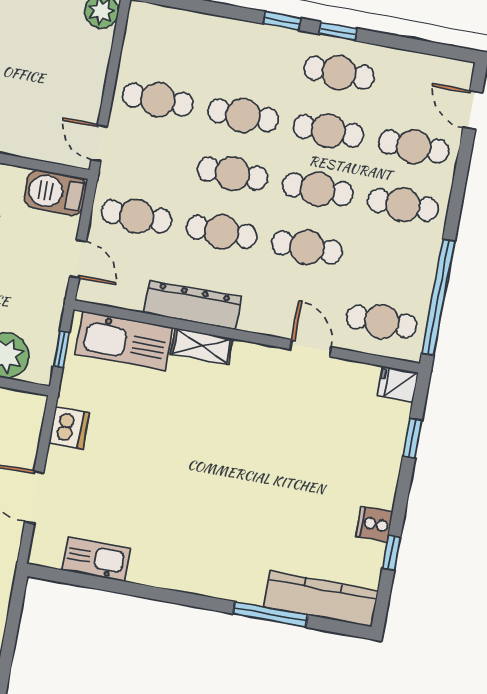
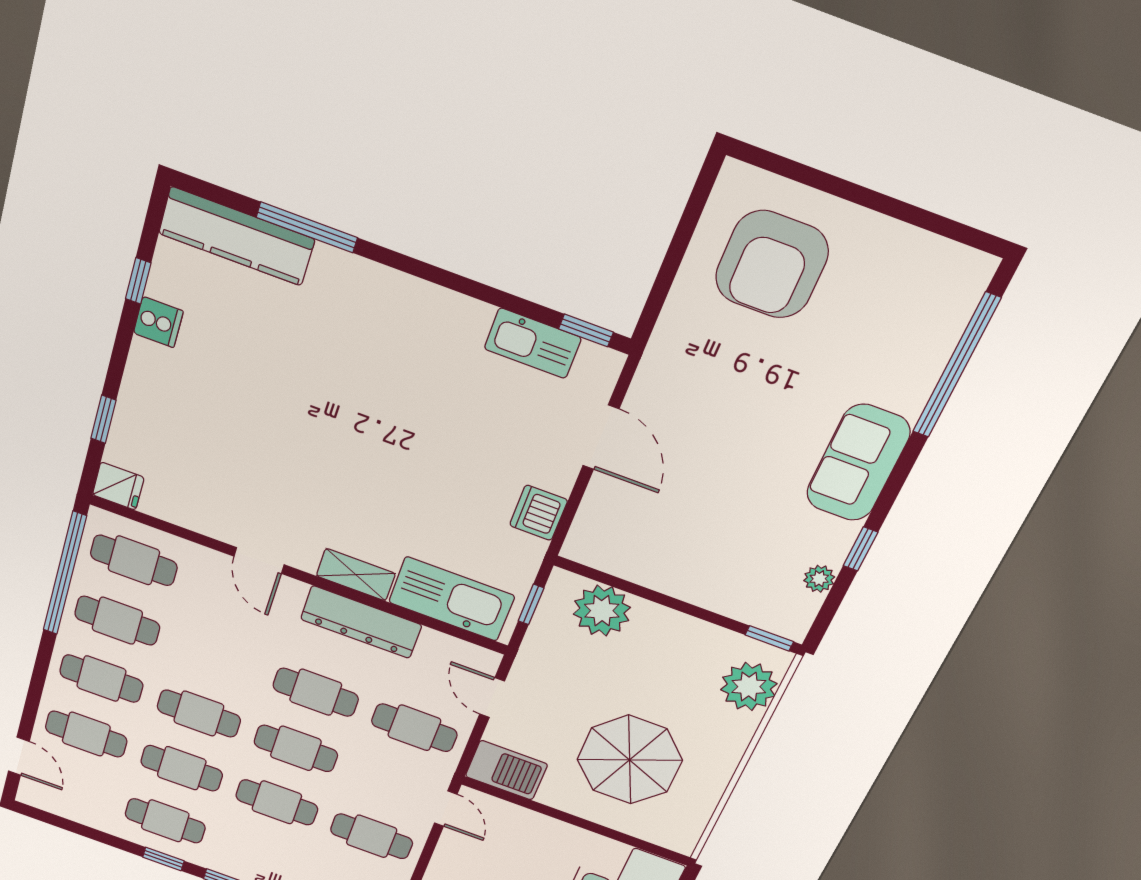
cafe table: (307, 248) -> (117, 621), moved
door: (311, 348) -> (259, 560), moved
window: (60, 576) -> (586, 330), added

